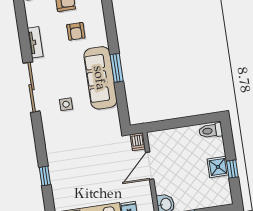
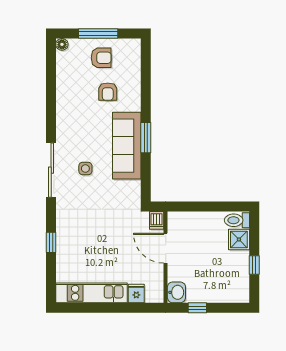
tv unit: (35, 42) -> (62, 97), removed
sliding door: (32, 87) -> (51, 170), moved
door: (150, 166) -> (166, 248), hinge flipped
shower: (218, 167) -> (239, 239), moved

